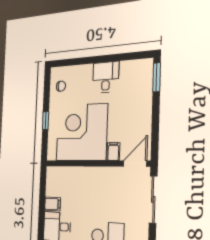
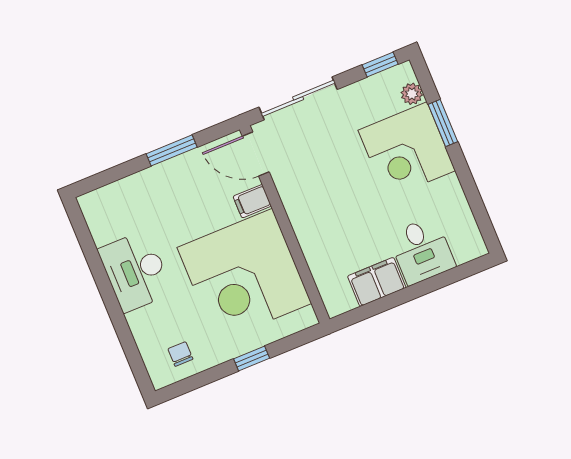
desk: (106, 77) -> (135, 271), width x1.37
window: (157, 77) -> (172, 150), moved
filing cabinet: (52, 204) -> (377, 282), width x2.00

